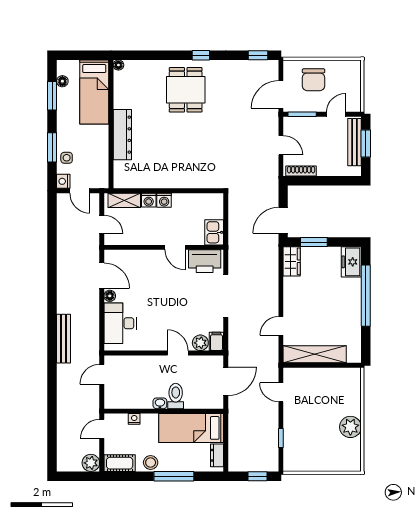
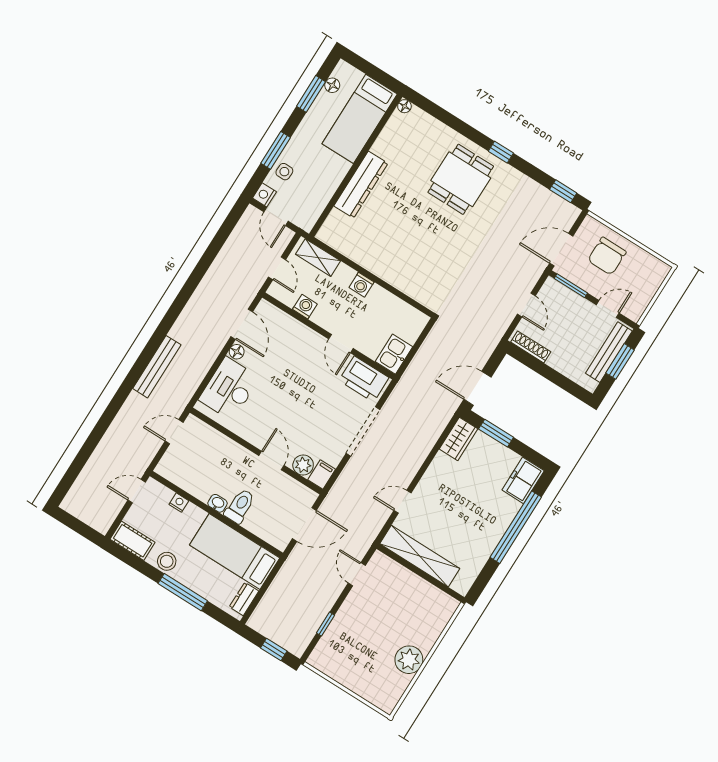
washing machine: (149, 200) -> (305, 307), moved, turned 180
plant: (91, 463) -> (101, 521), removed

